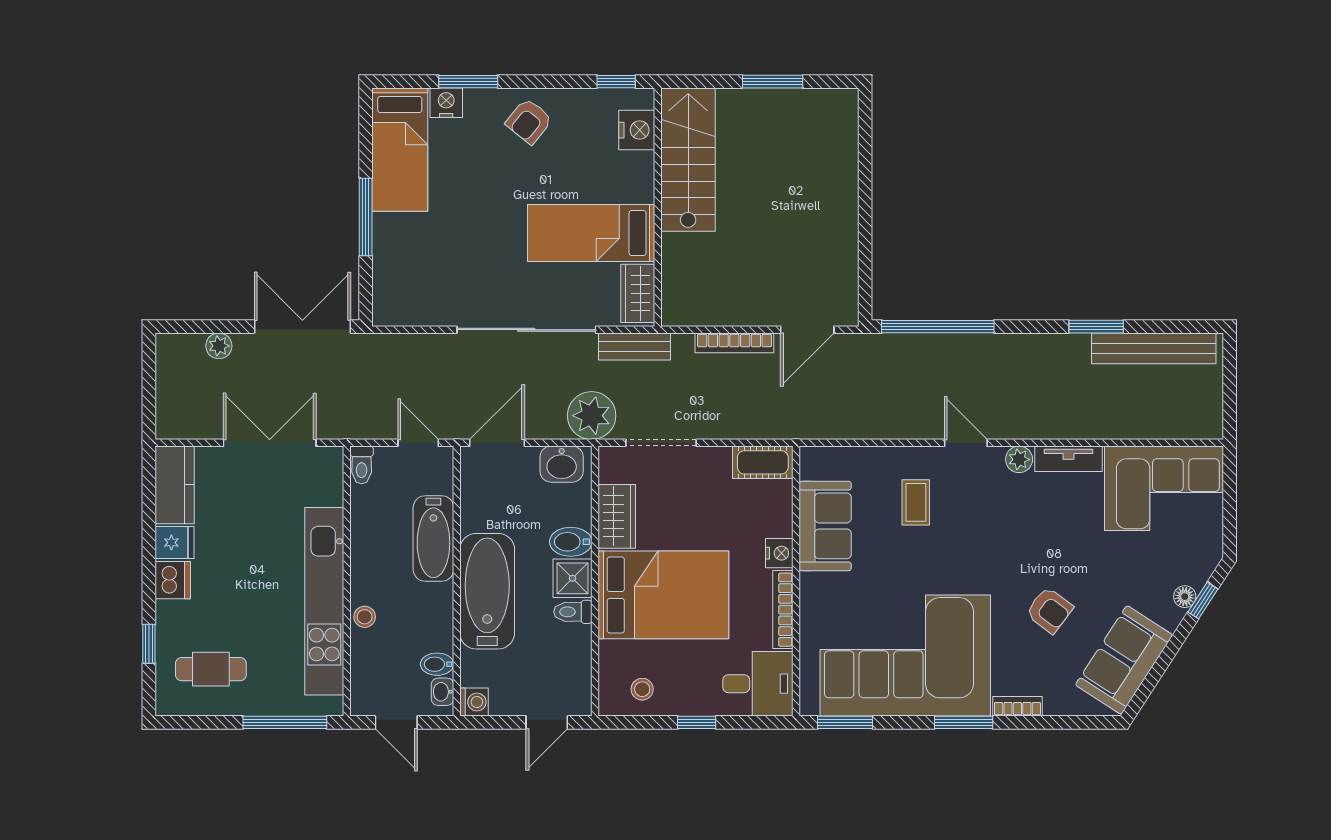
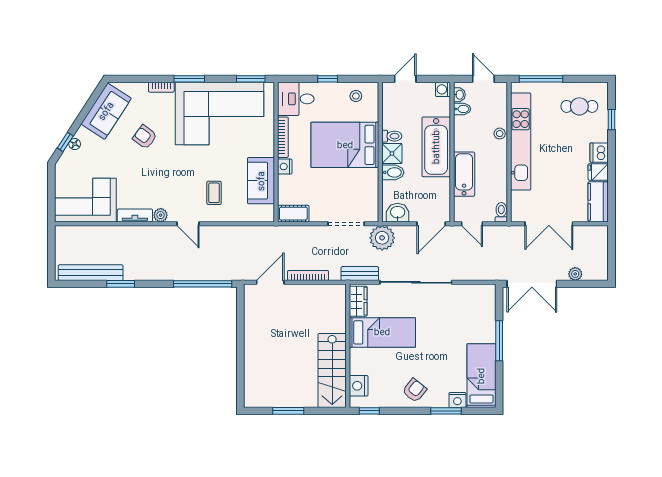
wardrobe: (617, 516) -> (369, 186), removed

